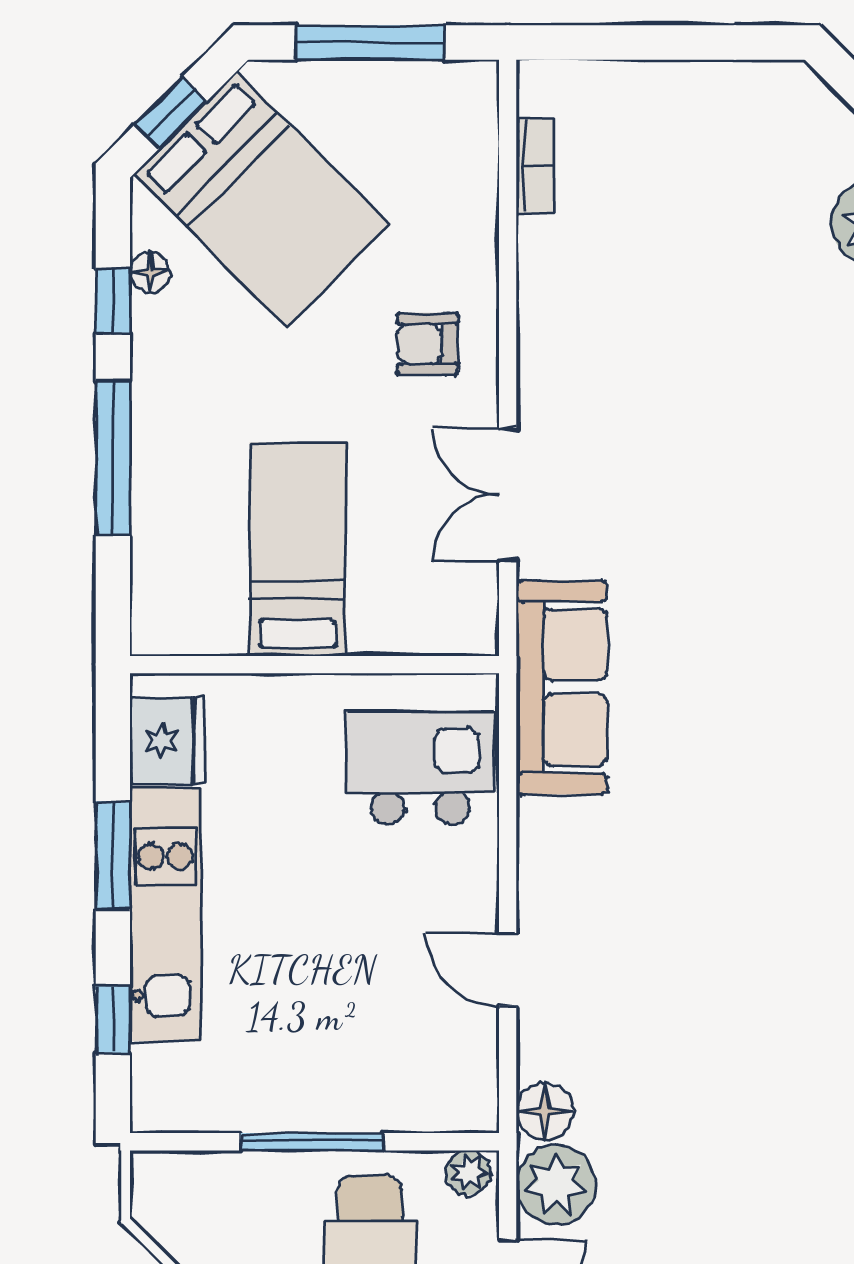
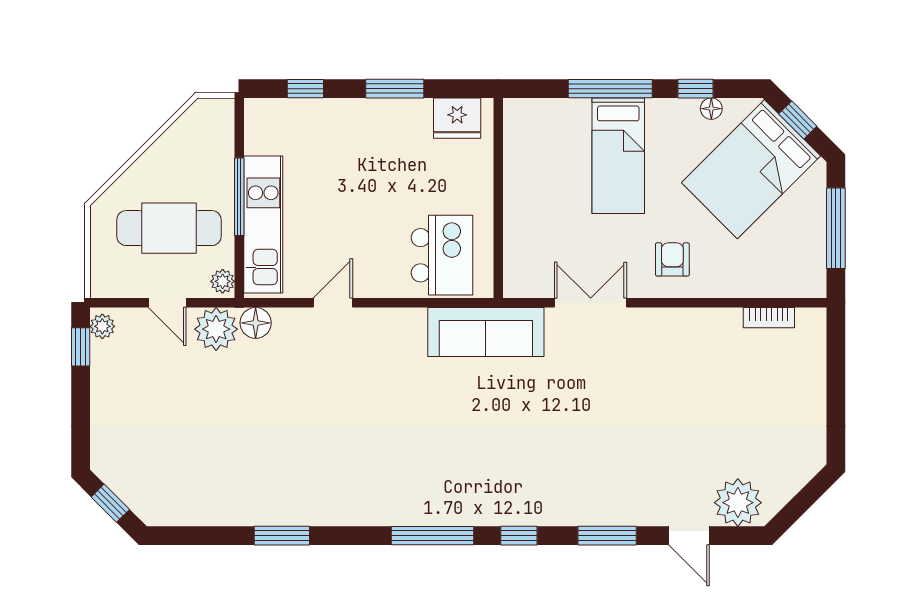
bed: (298, 549) -> (618, 156), moved, turned 90
kitchen unit: (166, 915) -> (263, 224), moved, turned -90

